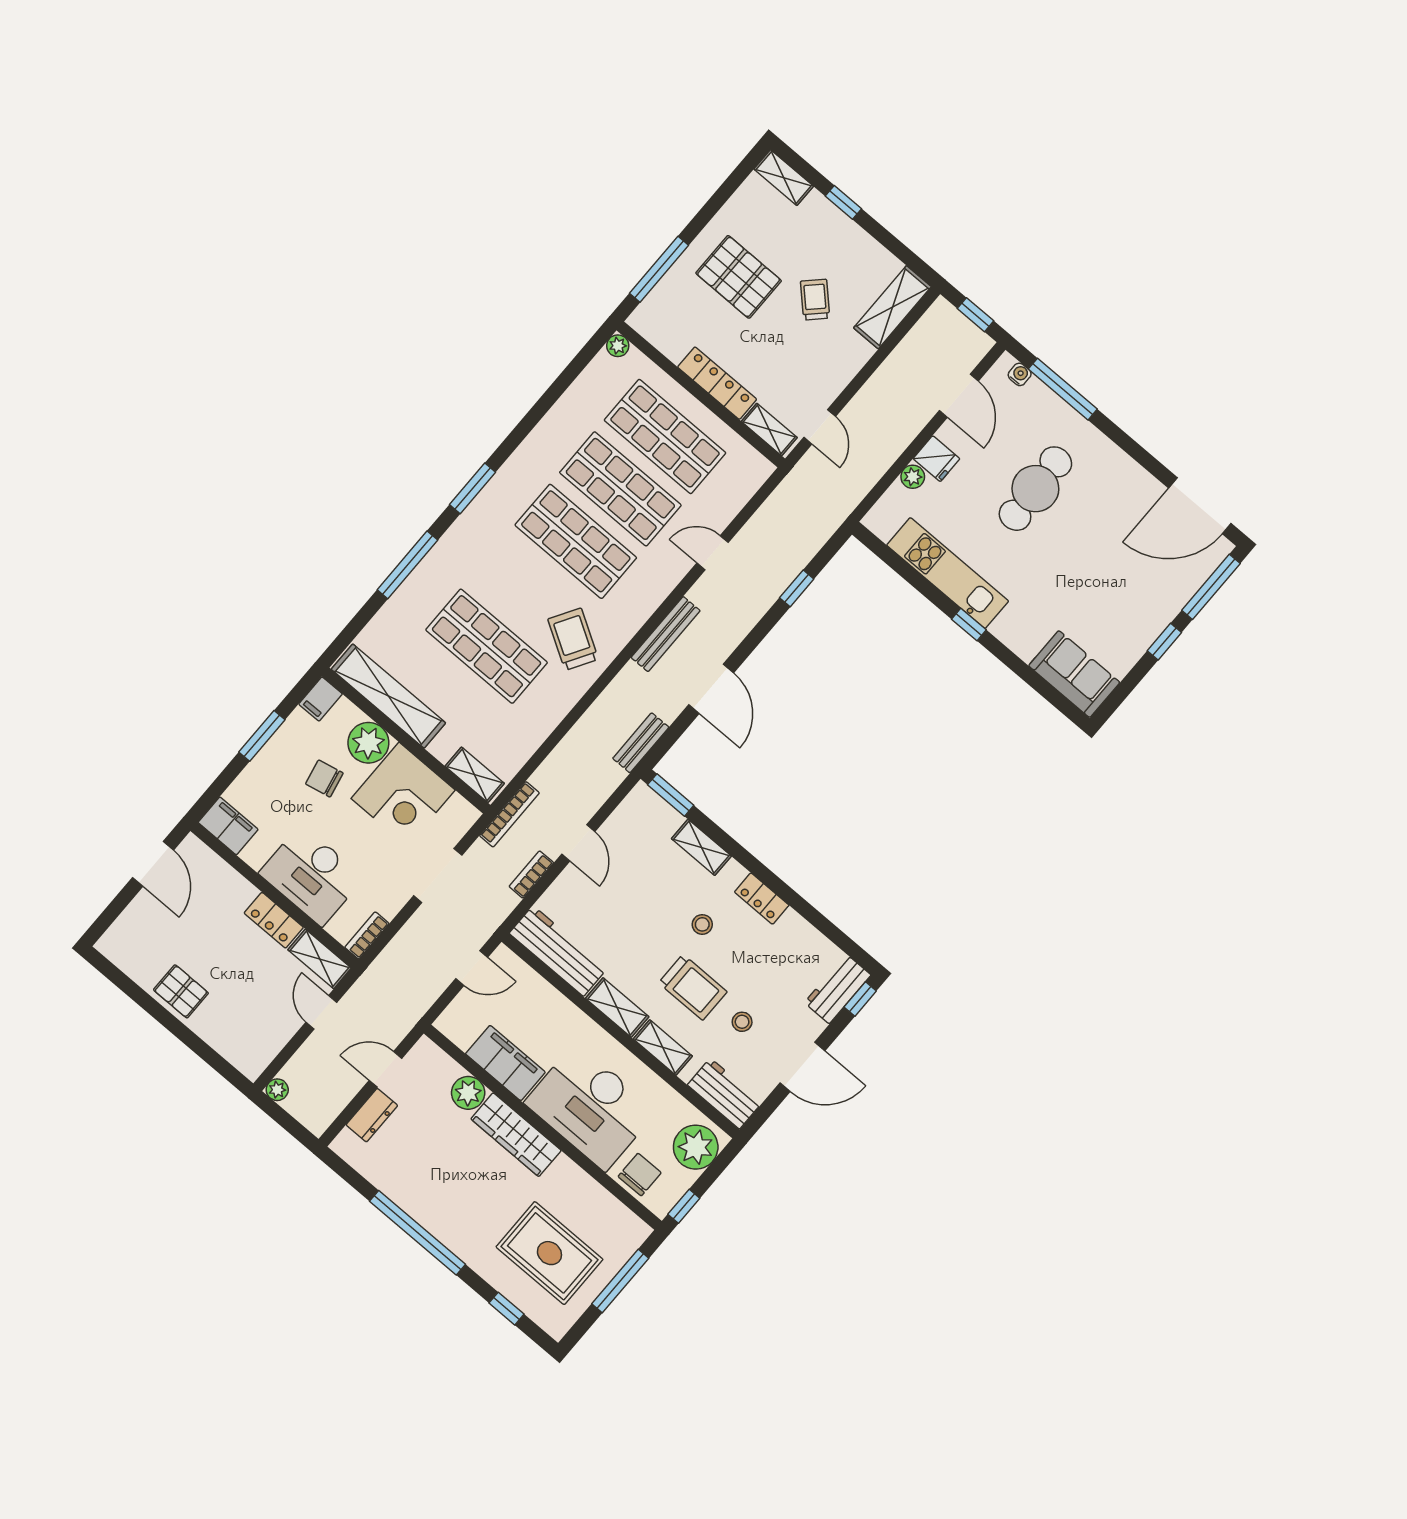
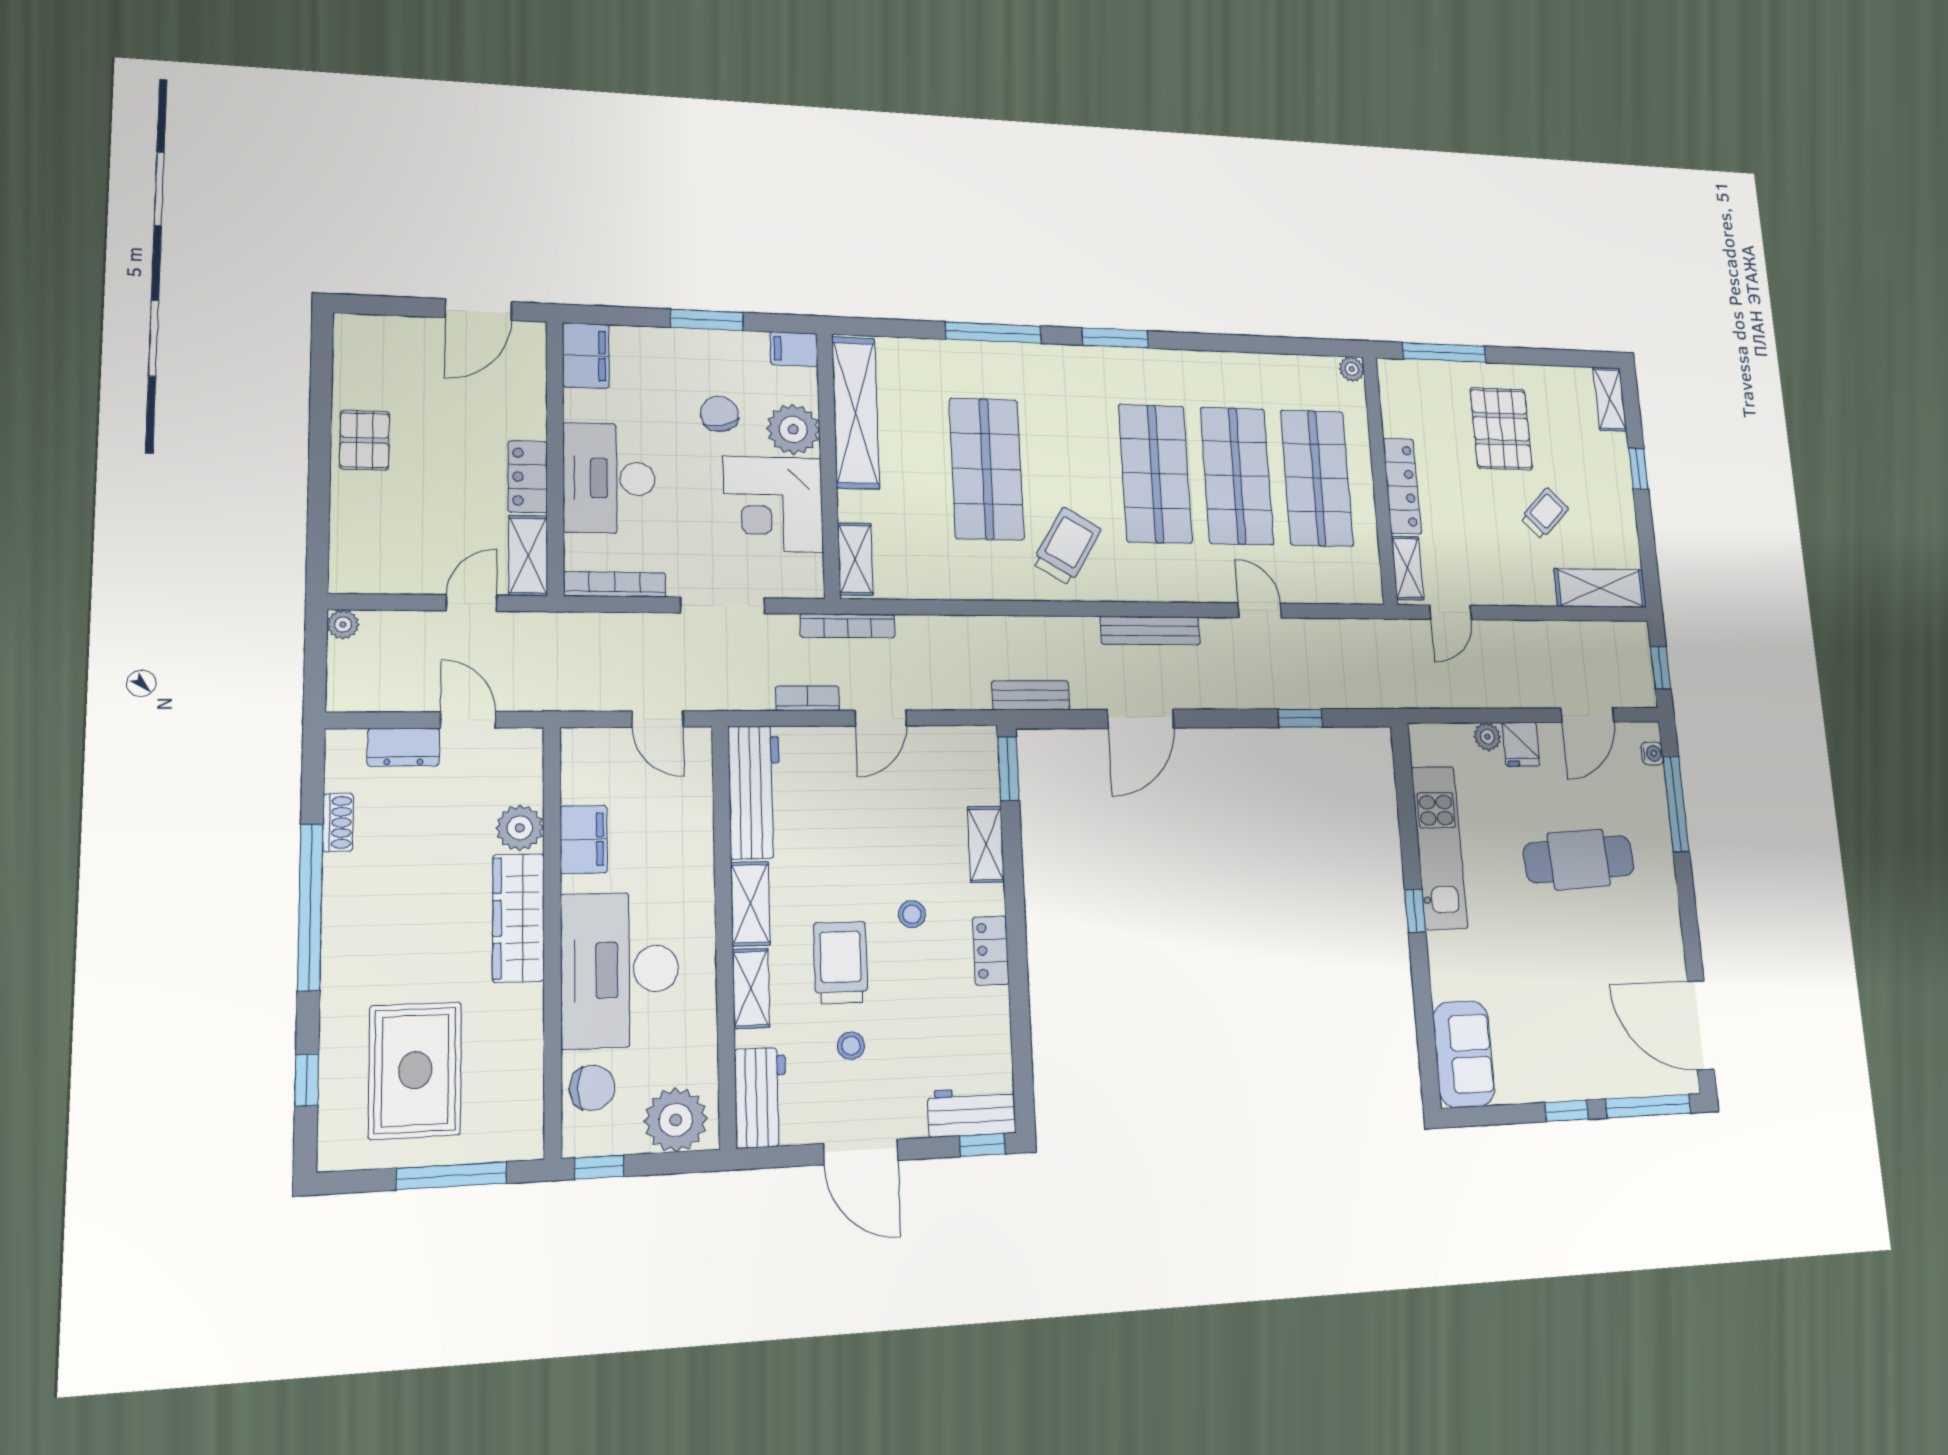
bookcase: (367, 935) -> (615, 584), width x1.56
trolley: (693, 987) -> (841, 963), turned 180
filing cabinet: (505, 1063) -> (584, 839), width x0.67, depth x0.86
shoe rack: (384, 1182) -> (338, 822), added

